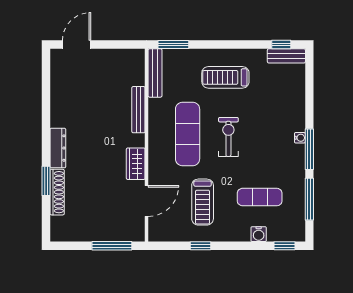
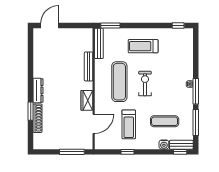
bench: (286, 56) -> (181, 145), moved

